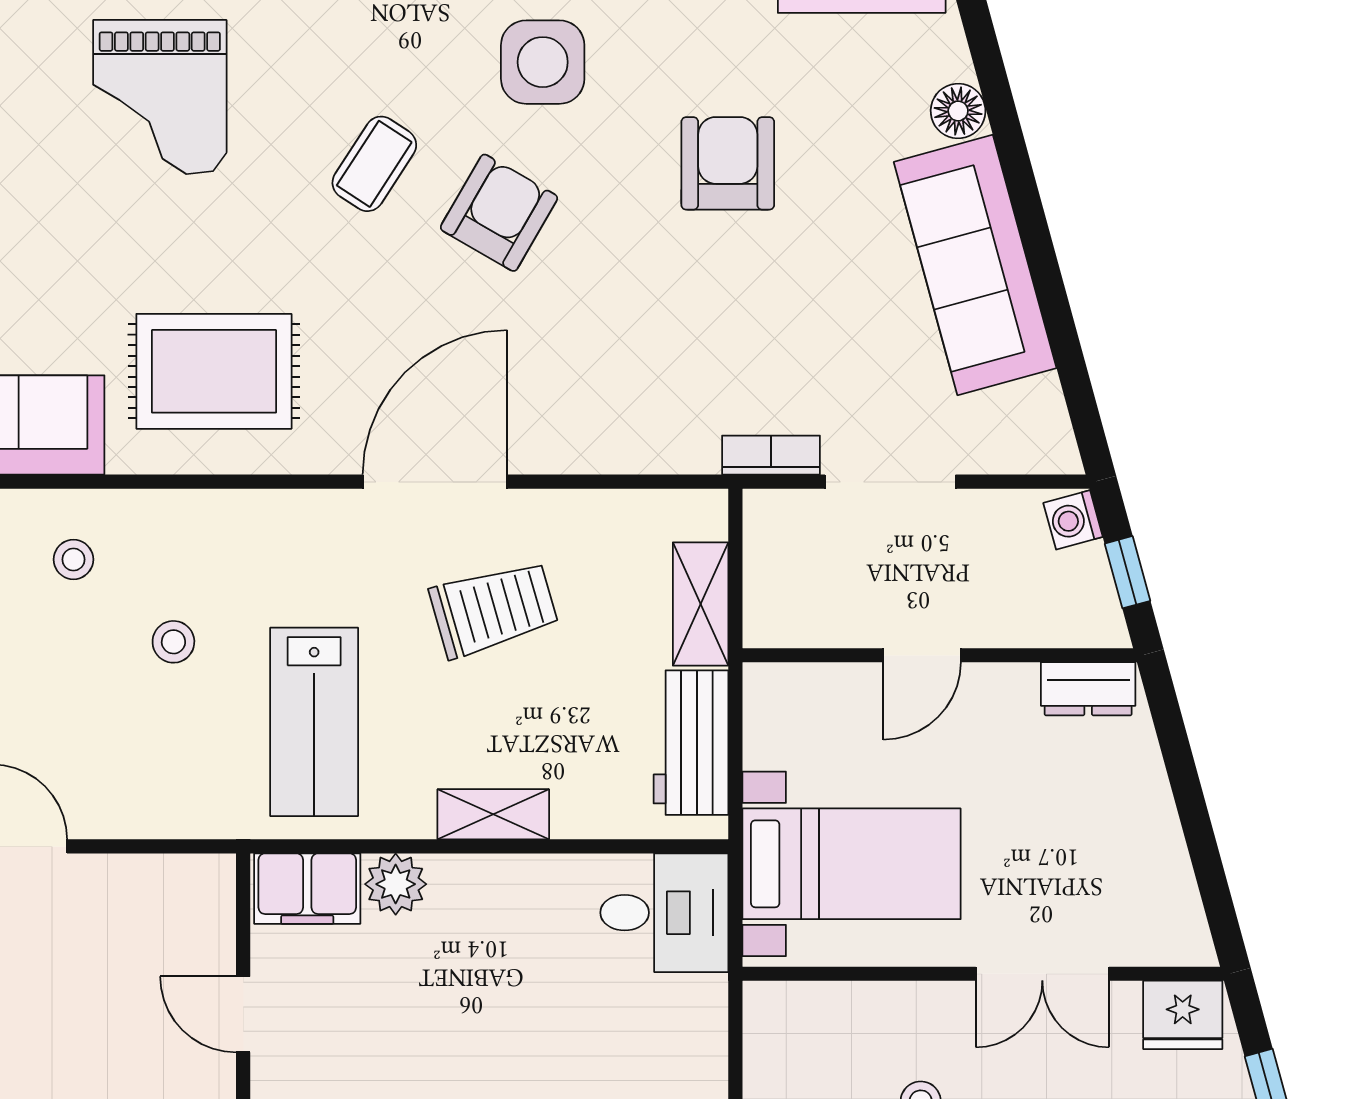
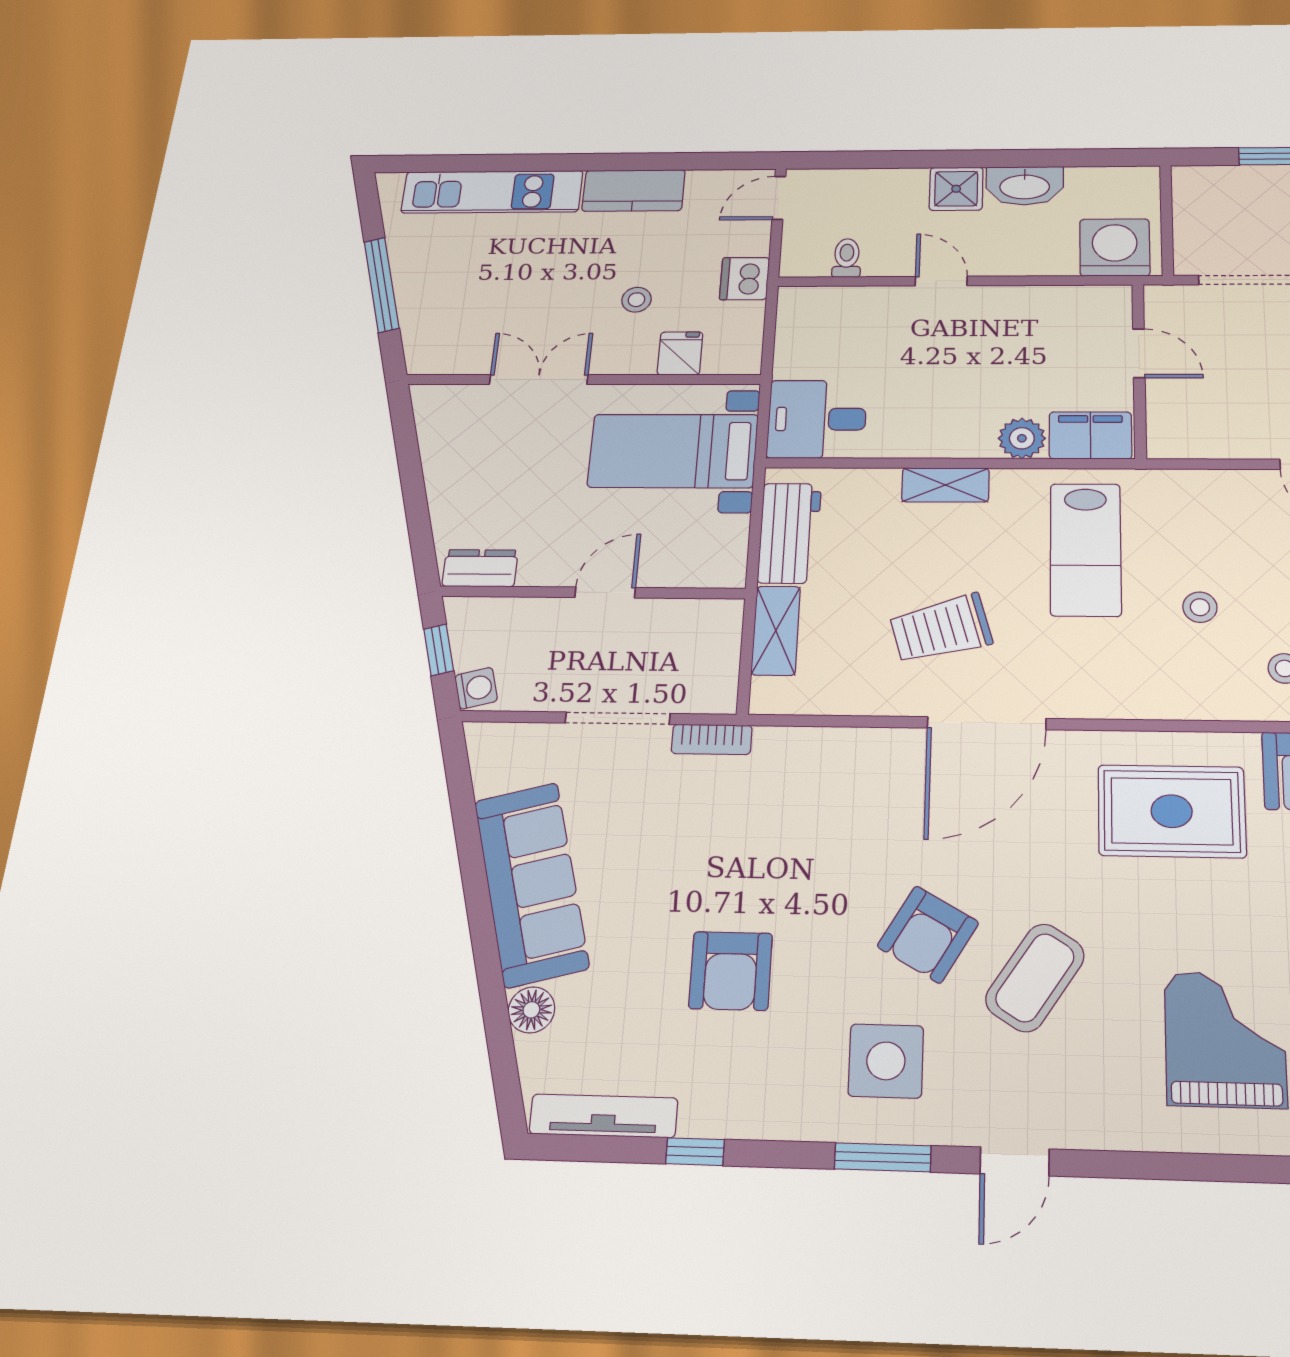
coffee table: (374, 164) -> (1035, 978), width x1.36, depth x1.30
lab bench: (314, 722) -> (1086, 549), turned 180
fridge: (1183, 1015) -> (680, 353), moved, width x0.72

